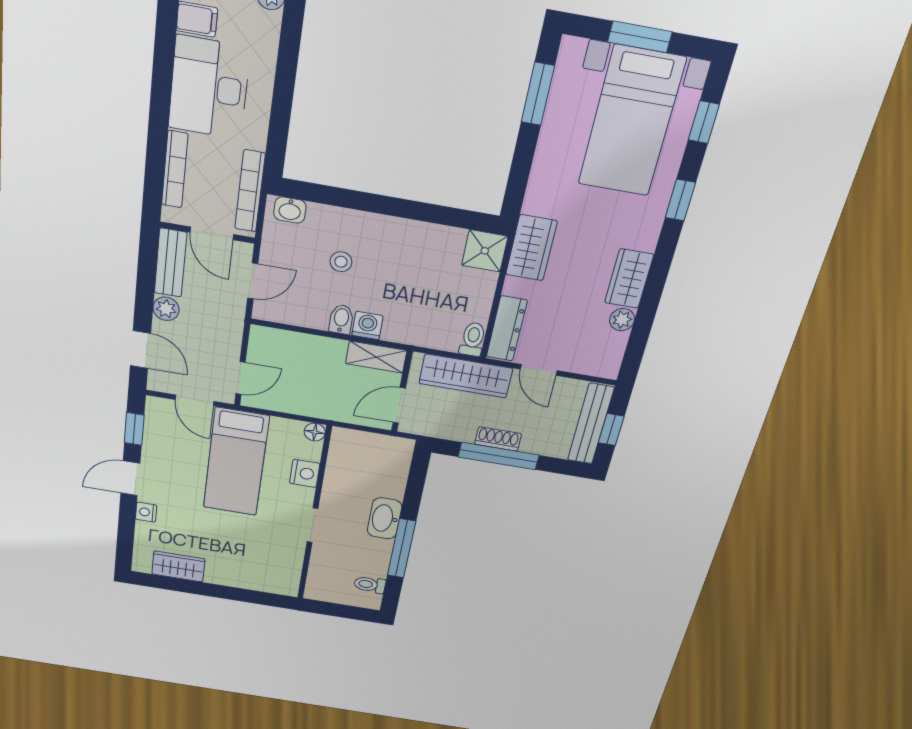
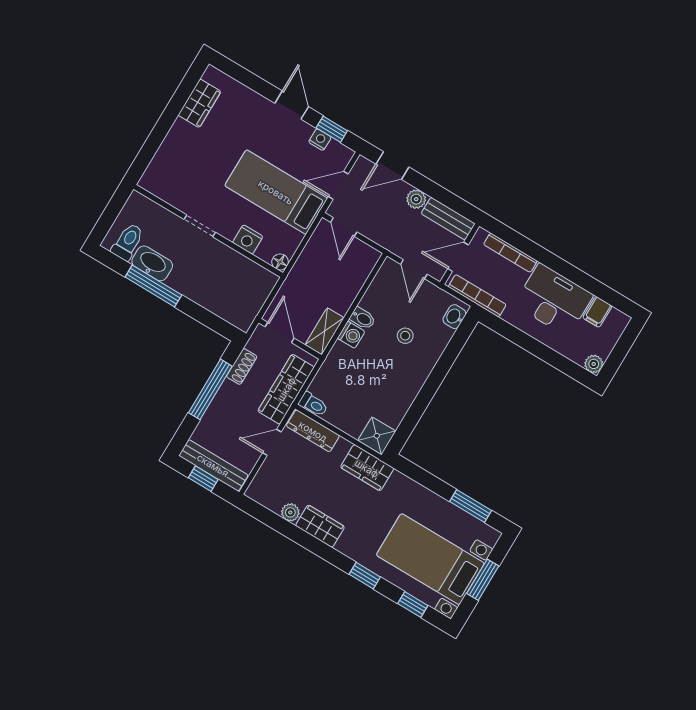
shoe rack: (498, 439) -> (242, 366), moved
nightstand: (146, 512) -> (320, 140), moved
washbasin: (384, 518) -> (152, 263), moved
toilet: (370, 585) -> (128, 242), width x1.37, depth x1.39

